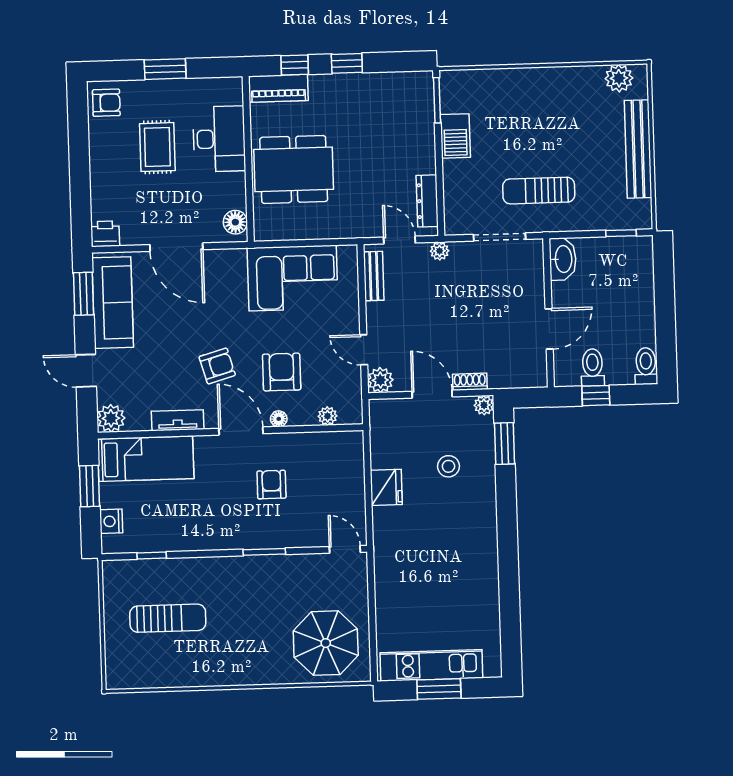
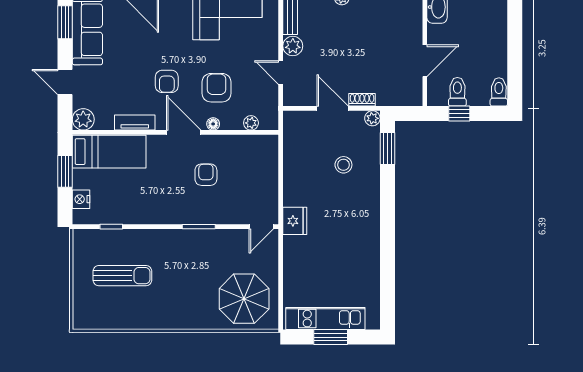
armchair: (217, 366) -> (167, 81), turned 106
plant: (380, 380) -> (293, 46), moved
fridge: (386, 487) -> (295, 221), moved
door: (345, 549) -> (261, 227), swing flipped

